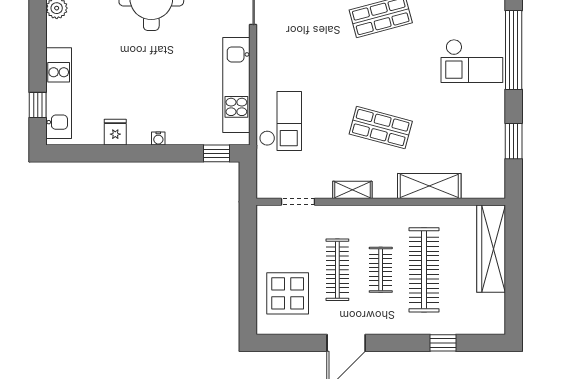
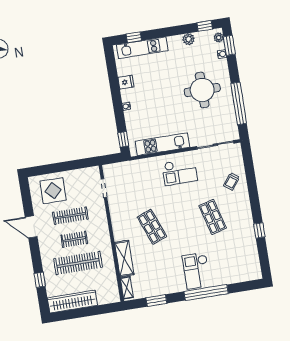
checkout: (280, 121) -> (180, 172), moved
shop shelf: (381, 128) -> (152, 227), turned -36
shelving: (352, 190) -> (127, 288), moved
wardrobe: (491, 249) -> (72, 302), moved

